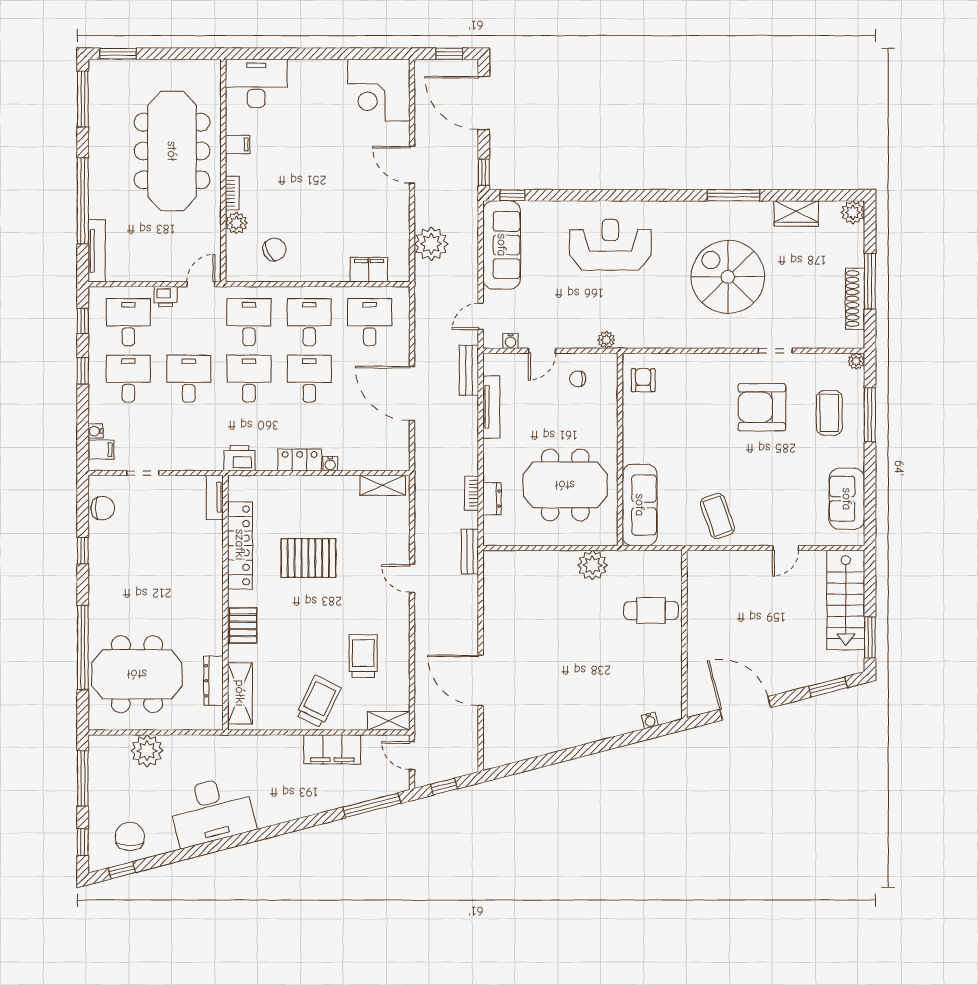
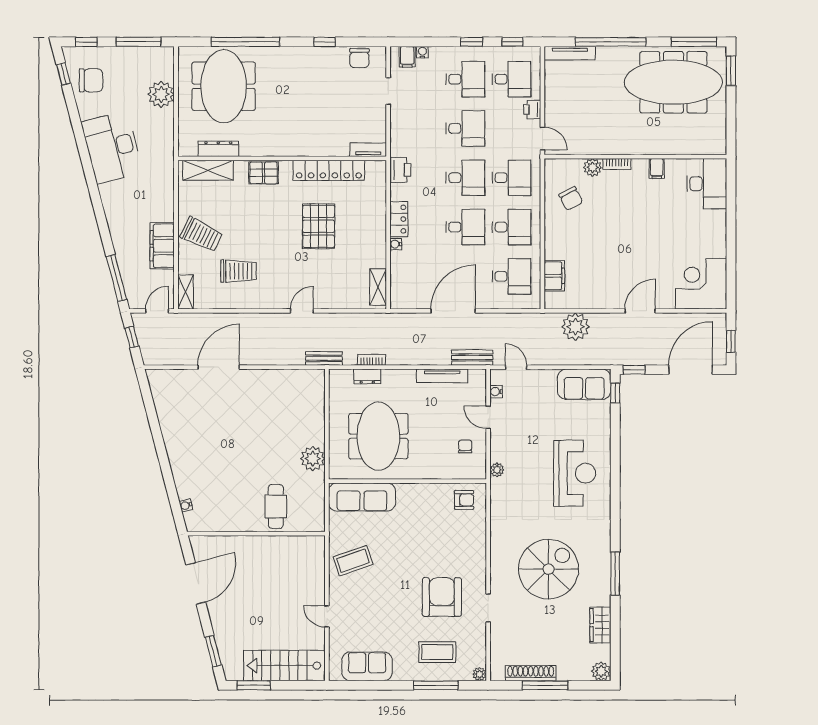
meeting table: (172, 151) -> (673, 82), moved
sofa: (502, 245) -> (584, 384), width x0.73

